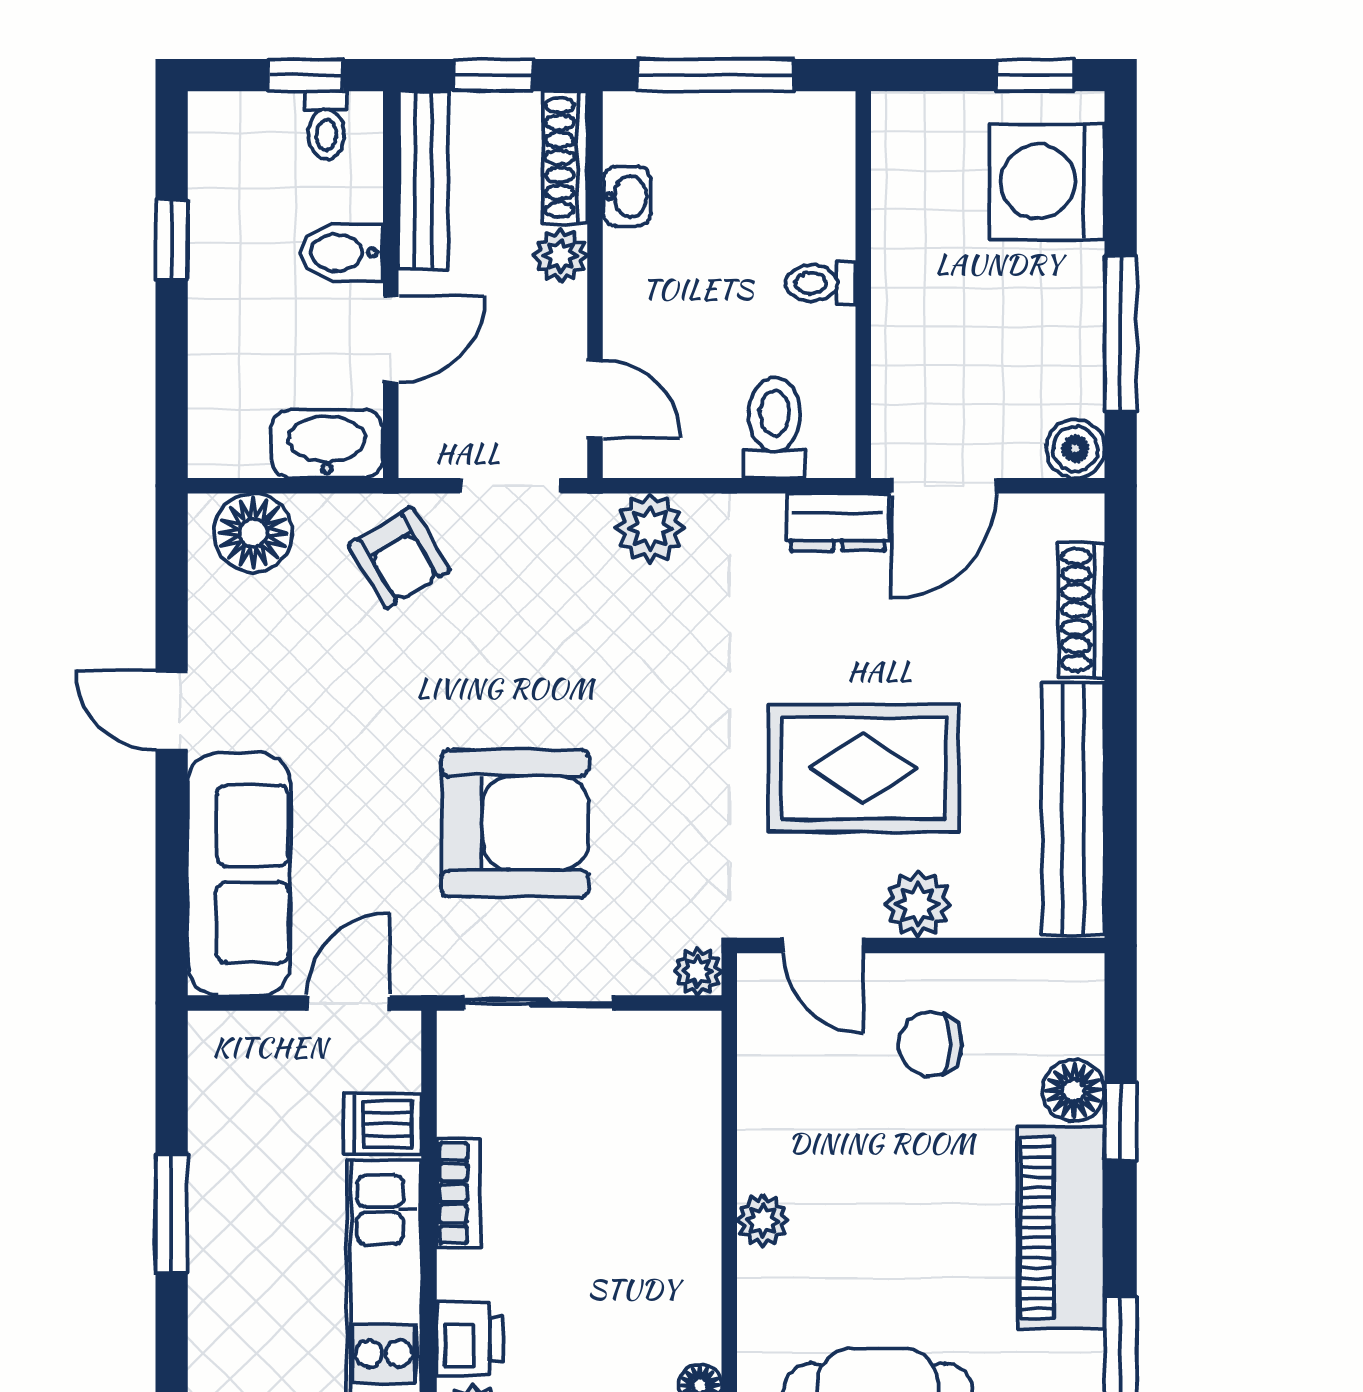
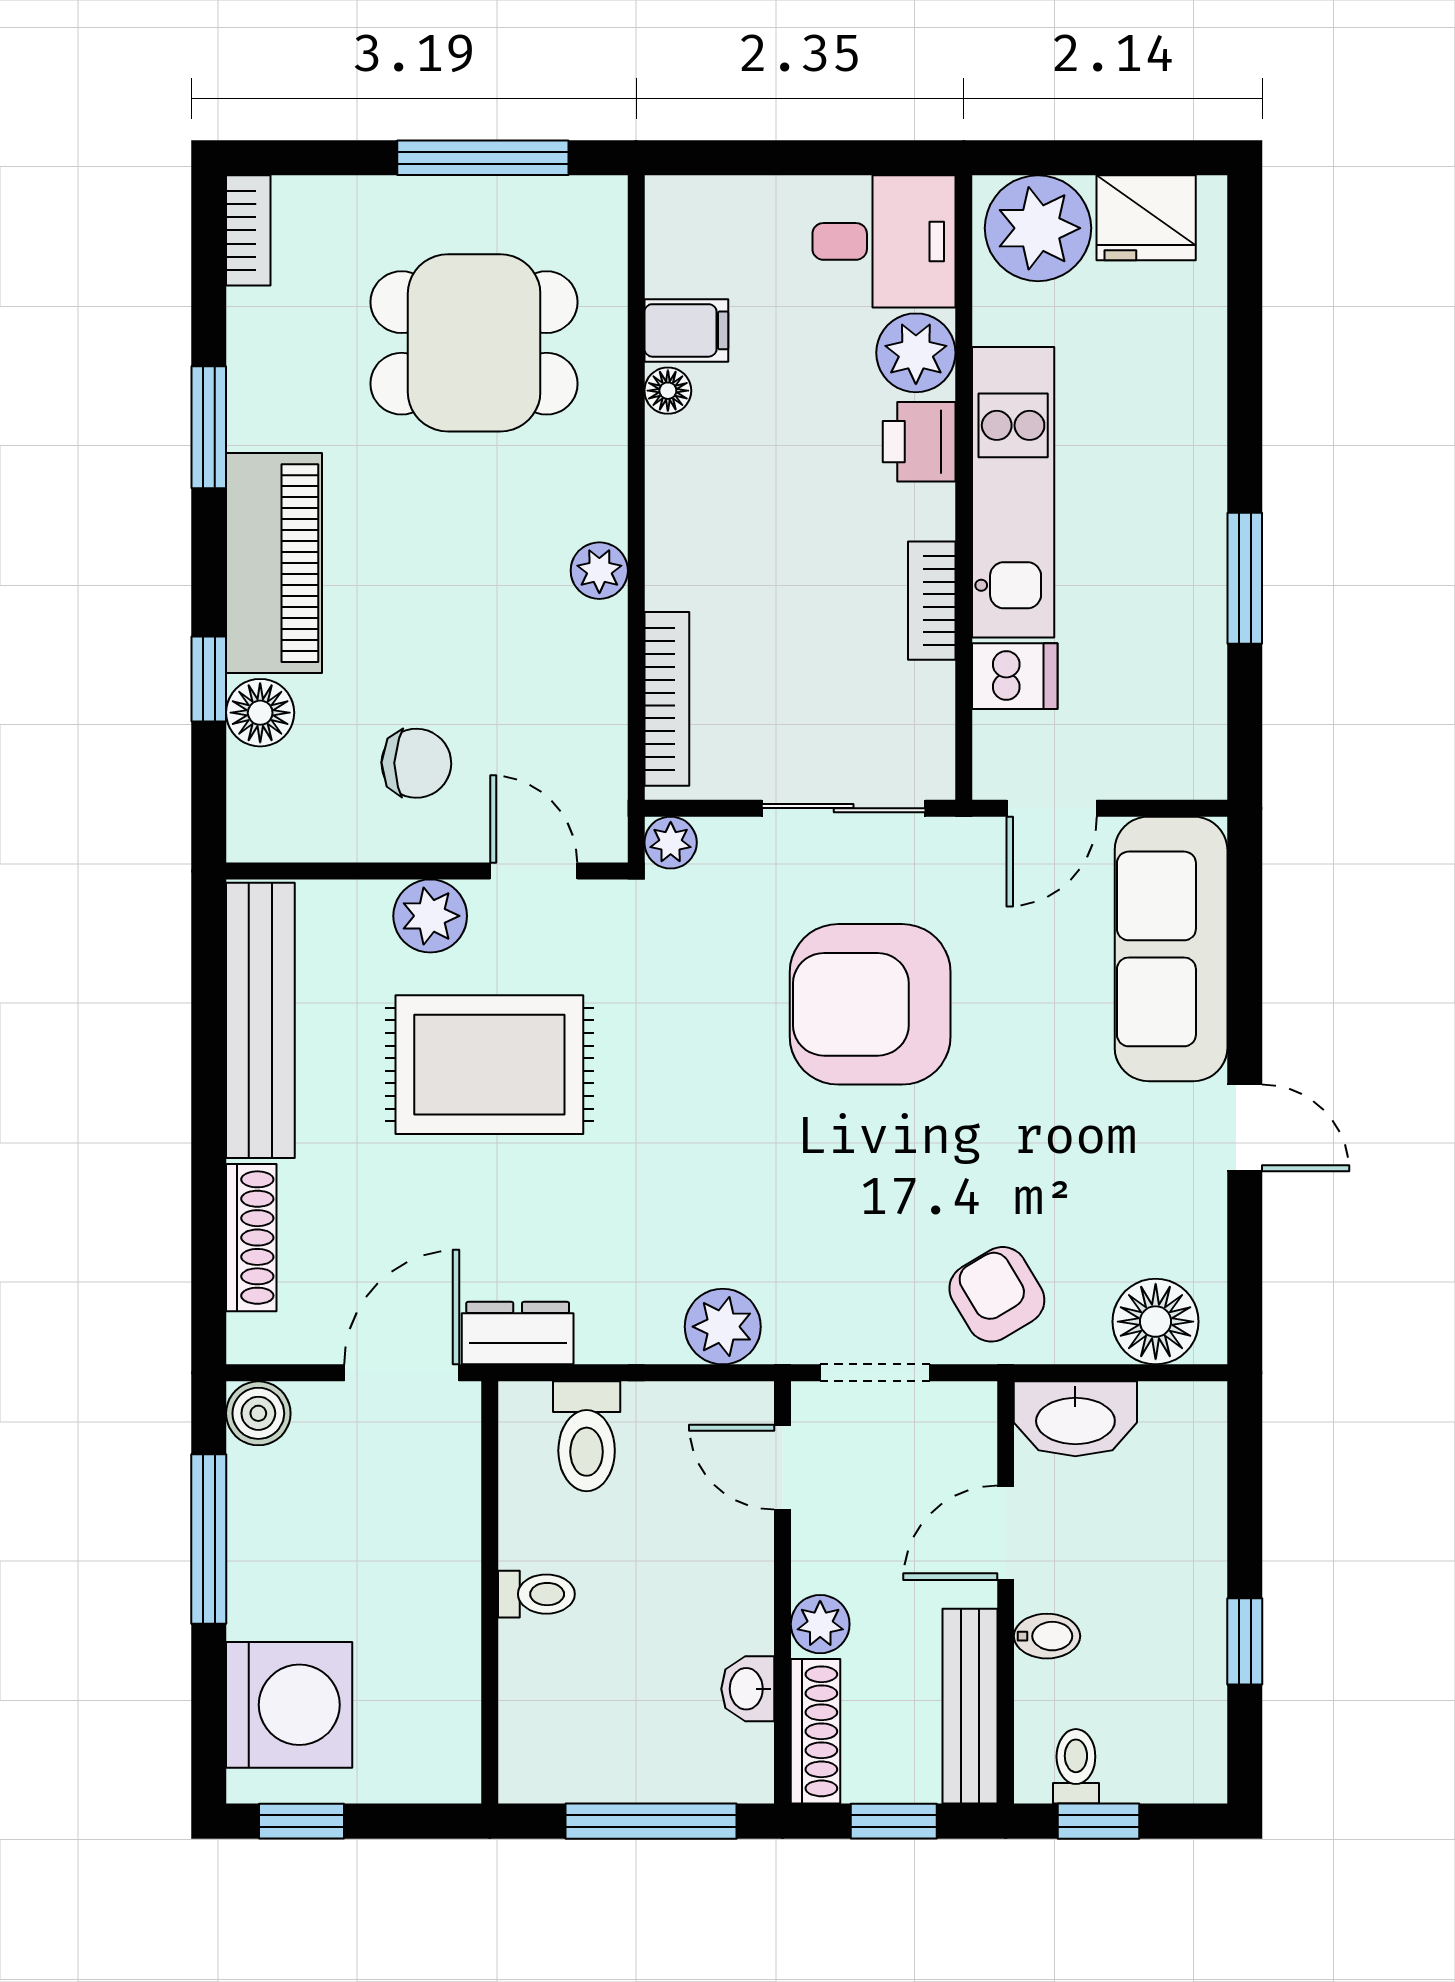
bidet: (342, 252) -> (1047, 1636), width x0.72, depth x0.74
bookcase: (701, 1103) -> (667, 699), added

